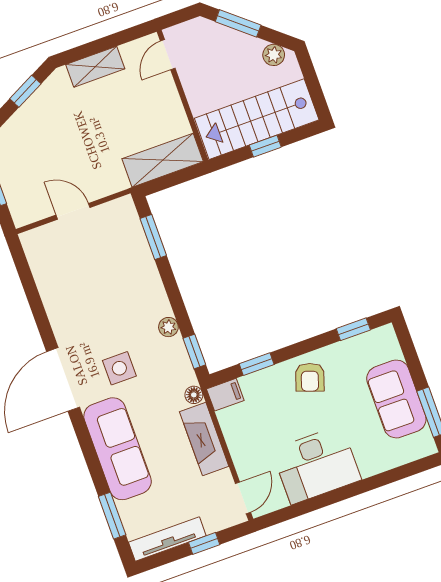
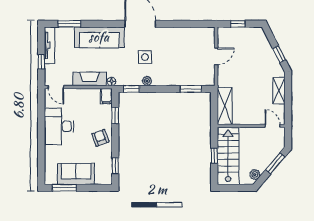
side table: (119, 368) -> (145, 57), moved
armchair: (310, 377) -> (100, 138), turned 51

